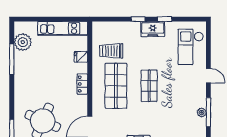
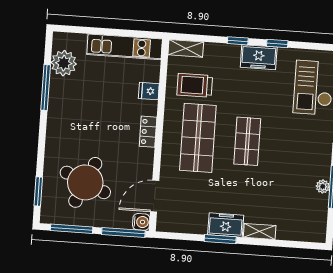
shelving: (104, 27) -> (186, 48), added

